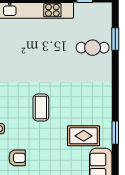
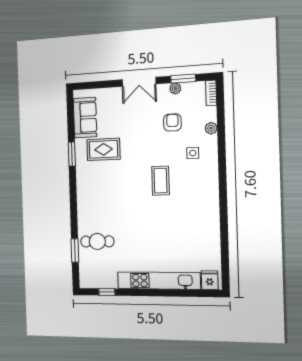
coffee table: (41, 108) -> (161, 181), moved
armchair: (17, 158) -> (172, 122), turned 90

